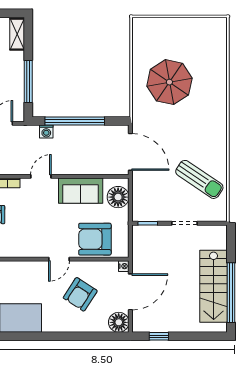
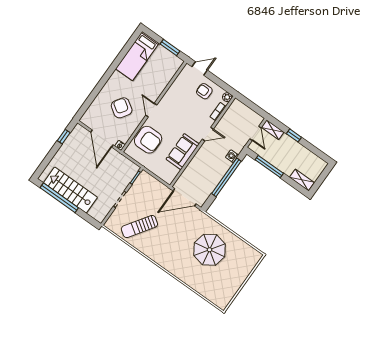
door: (41, 176) -> (208, 134), hinge flipped
floor lamp: (118, 197) -> (163, 171), removed
armchair: (95, 239) -> (148, 140), turned 90
floor lamp: (119, 322) -> (89, 119), removed

